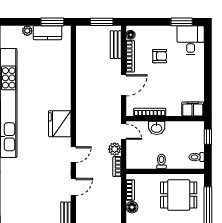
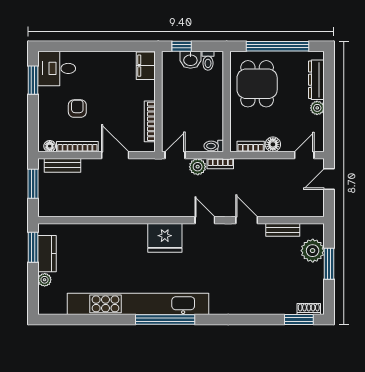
washbasin: (157, 128) -> (190, 60), moved, turned 90
toilet: (161, 161) -> (214, 146), moved

